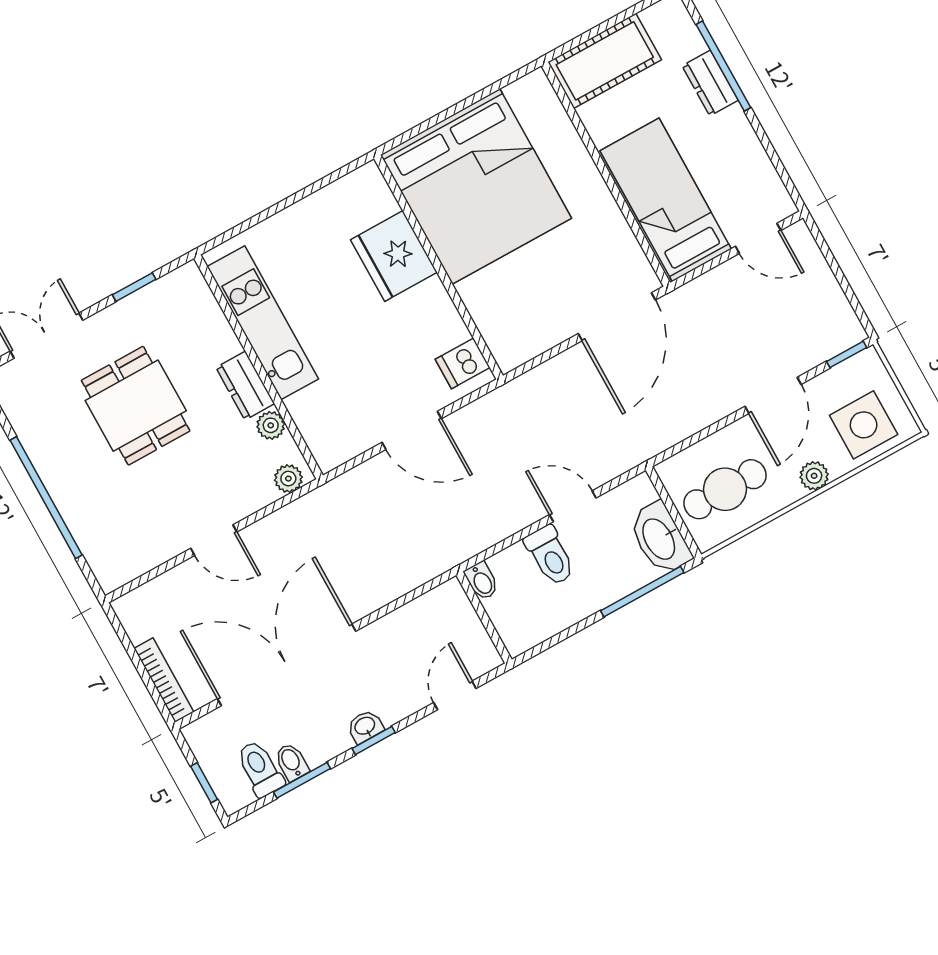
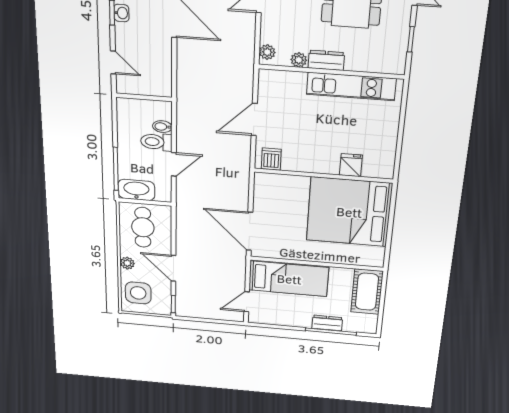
fridge: (394, 256) -> (351, 165), width x0.53, depth x0.75
bidet: (482, 581) -> (162, 127), moved

